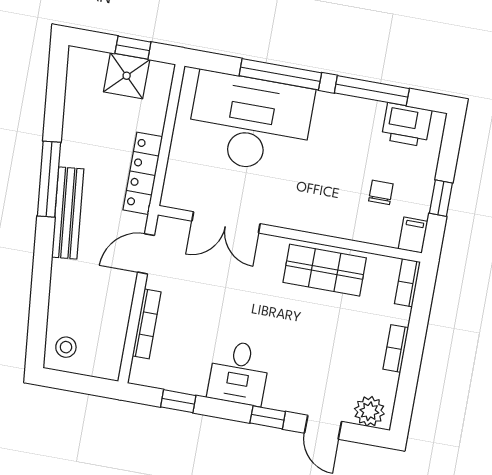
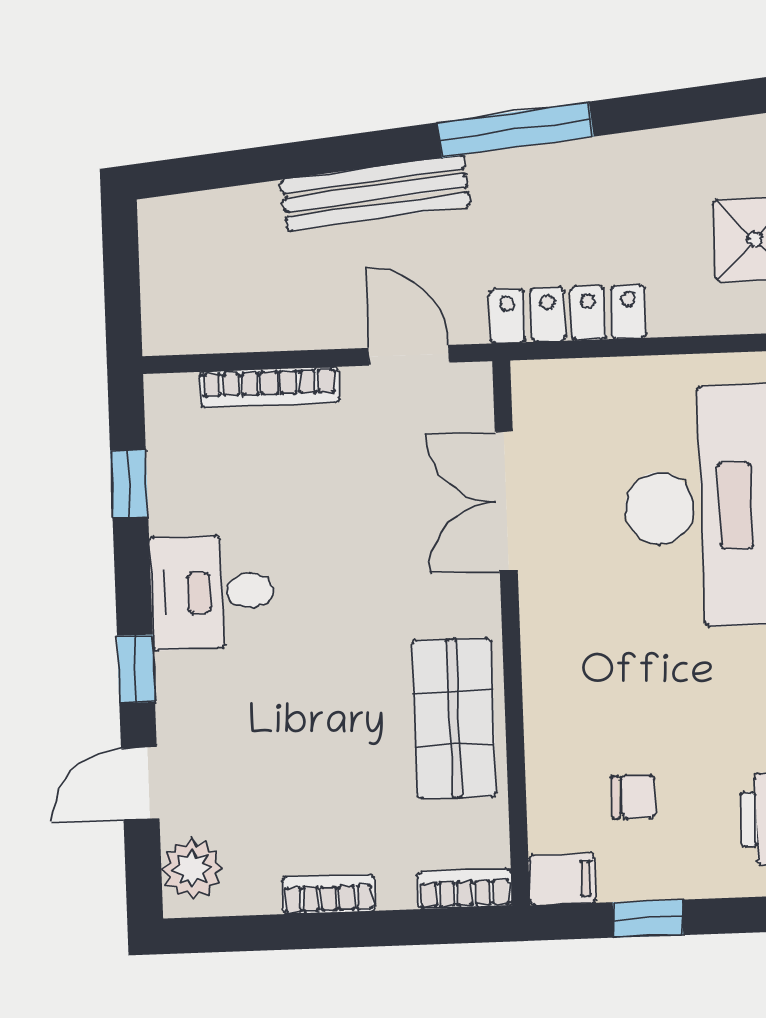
bench: (68, 213) -> (375, 193), moved
stool: (66, 347) -> (188, 236), removed

